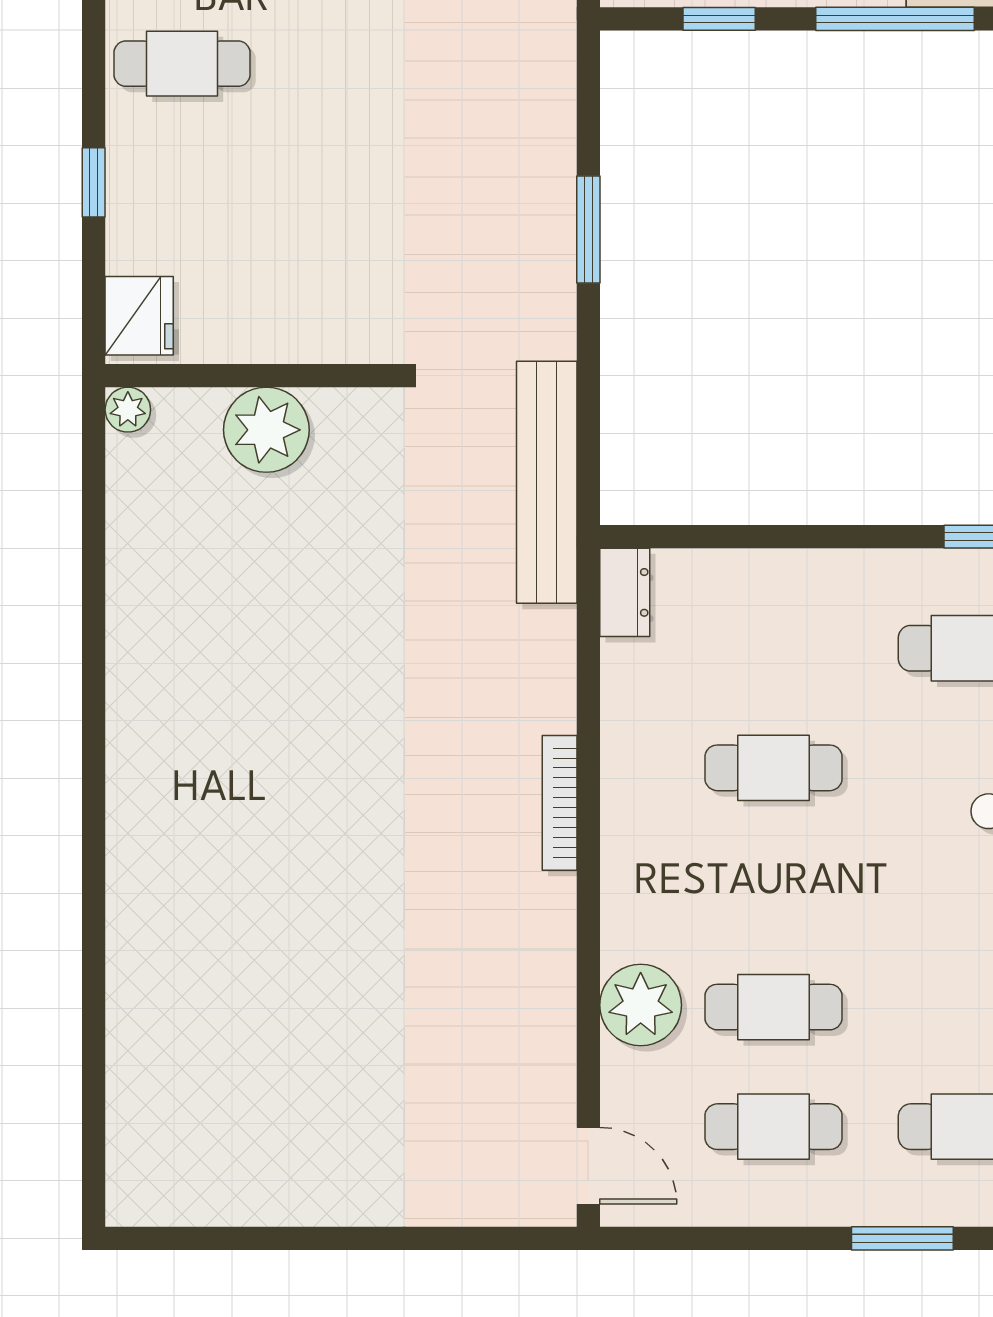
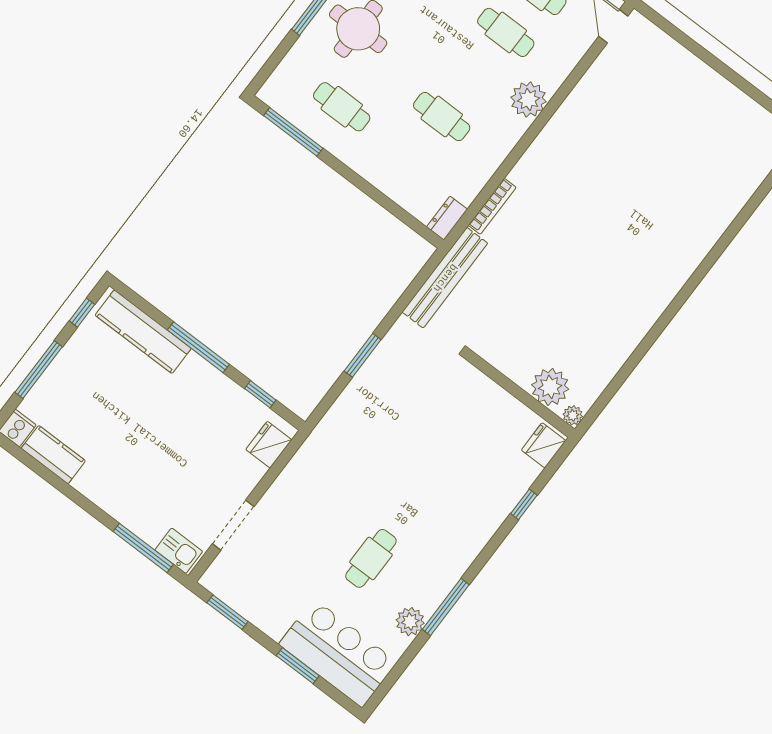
cafe table: (182, 64) -> (461, 522), removed
plant: (266, 430) -> (550, 387), moved
bookcase: (560, 803) -> (492, 206), moved
plant: (641, 1005) -> (528, 100), moved

